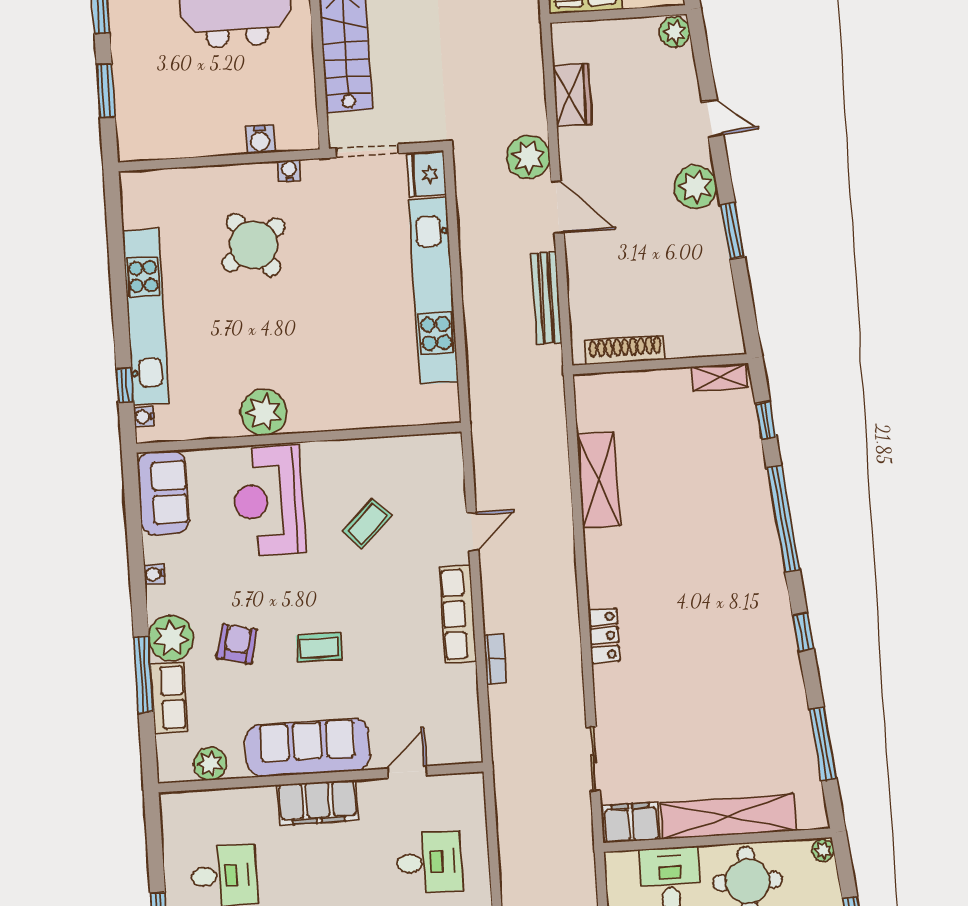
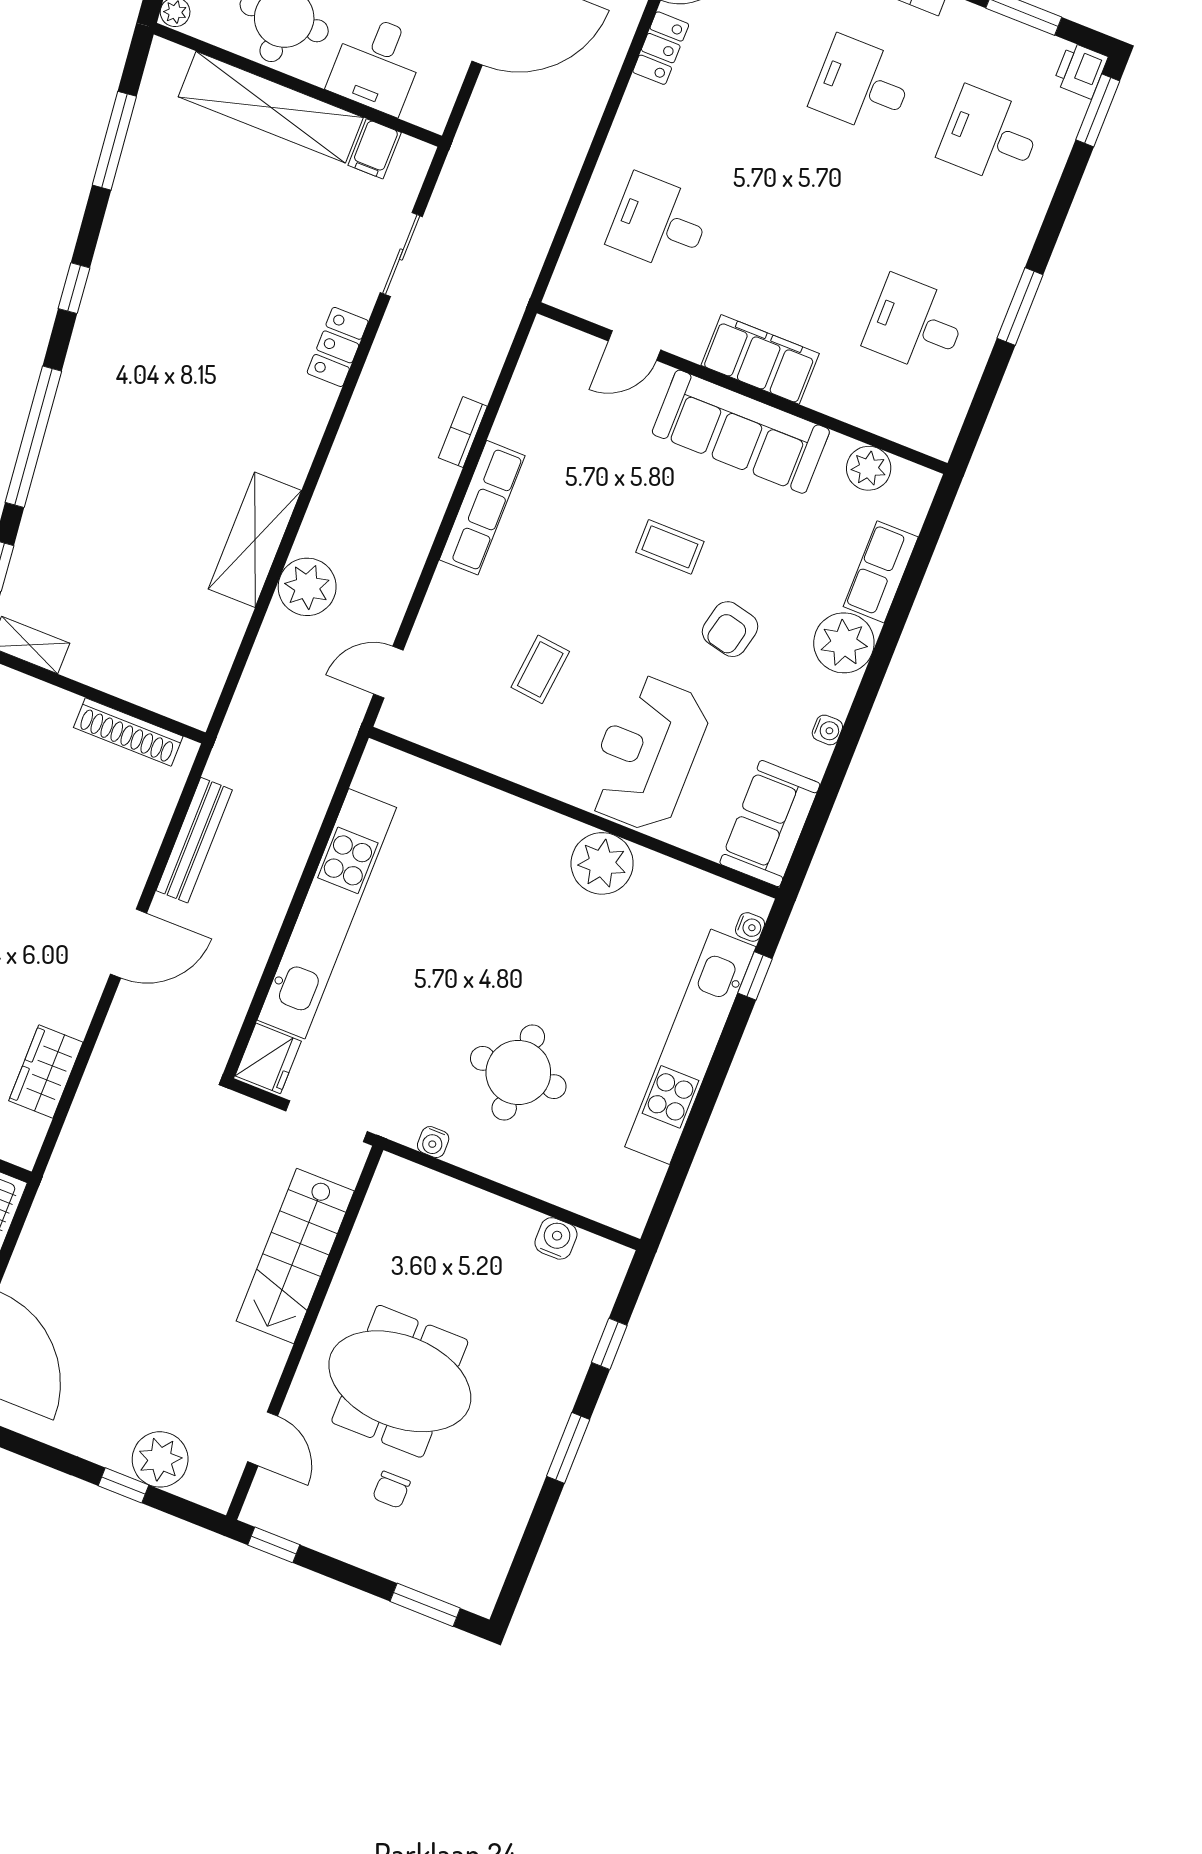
window: (106, 91) -> (609, 1344), width x0.67
water cooler: (260, 139) -> (556, 1238), moved
plant: (528, 157) -> (307, 587), moved
door: (558, 207) -> (128, 944), swing flipped
round table: (254, 245) -> (518, 1072), turned 35
shelving: (598, 480) -> (255, 540), moved
reception desk: (269, 501) -> (647, 753), turned 180
coffee table: (367, 523) -> (540, 669), turned -40
door: (473, 531) -> (388, 672), moved
locker: (604, 636) -> (338, 347), moved
armchair: (237, 644) -> (730, 629), moved
window: (144, 675) -> (898, 614), removed
filing cabinet: (631, 823) -> (375, 149), width x0.50

